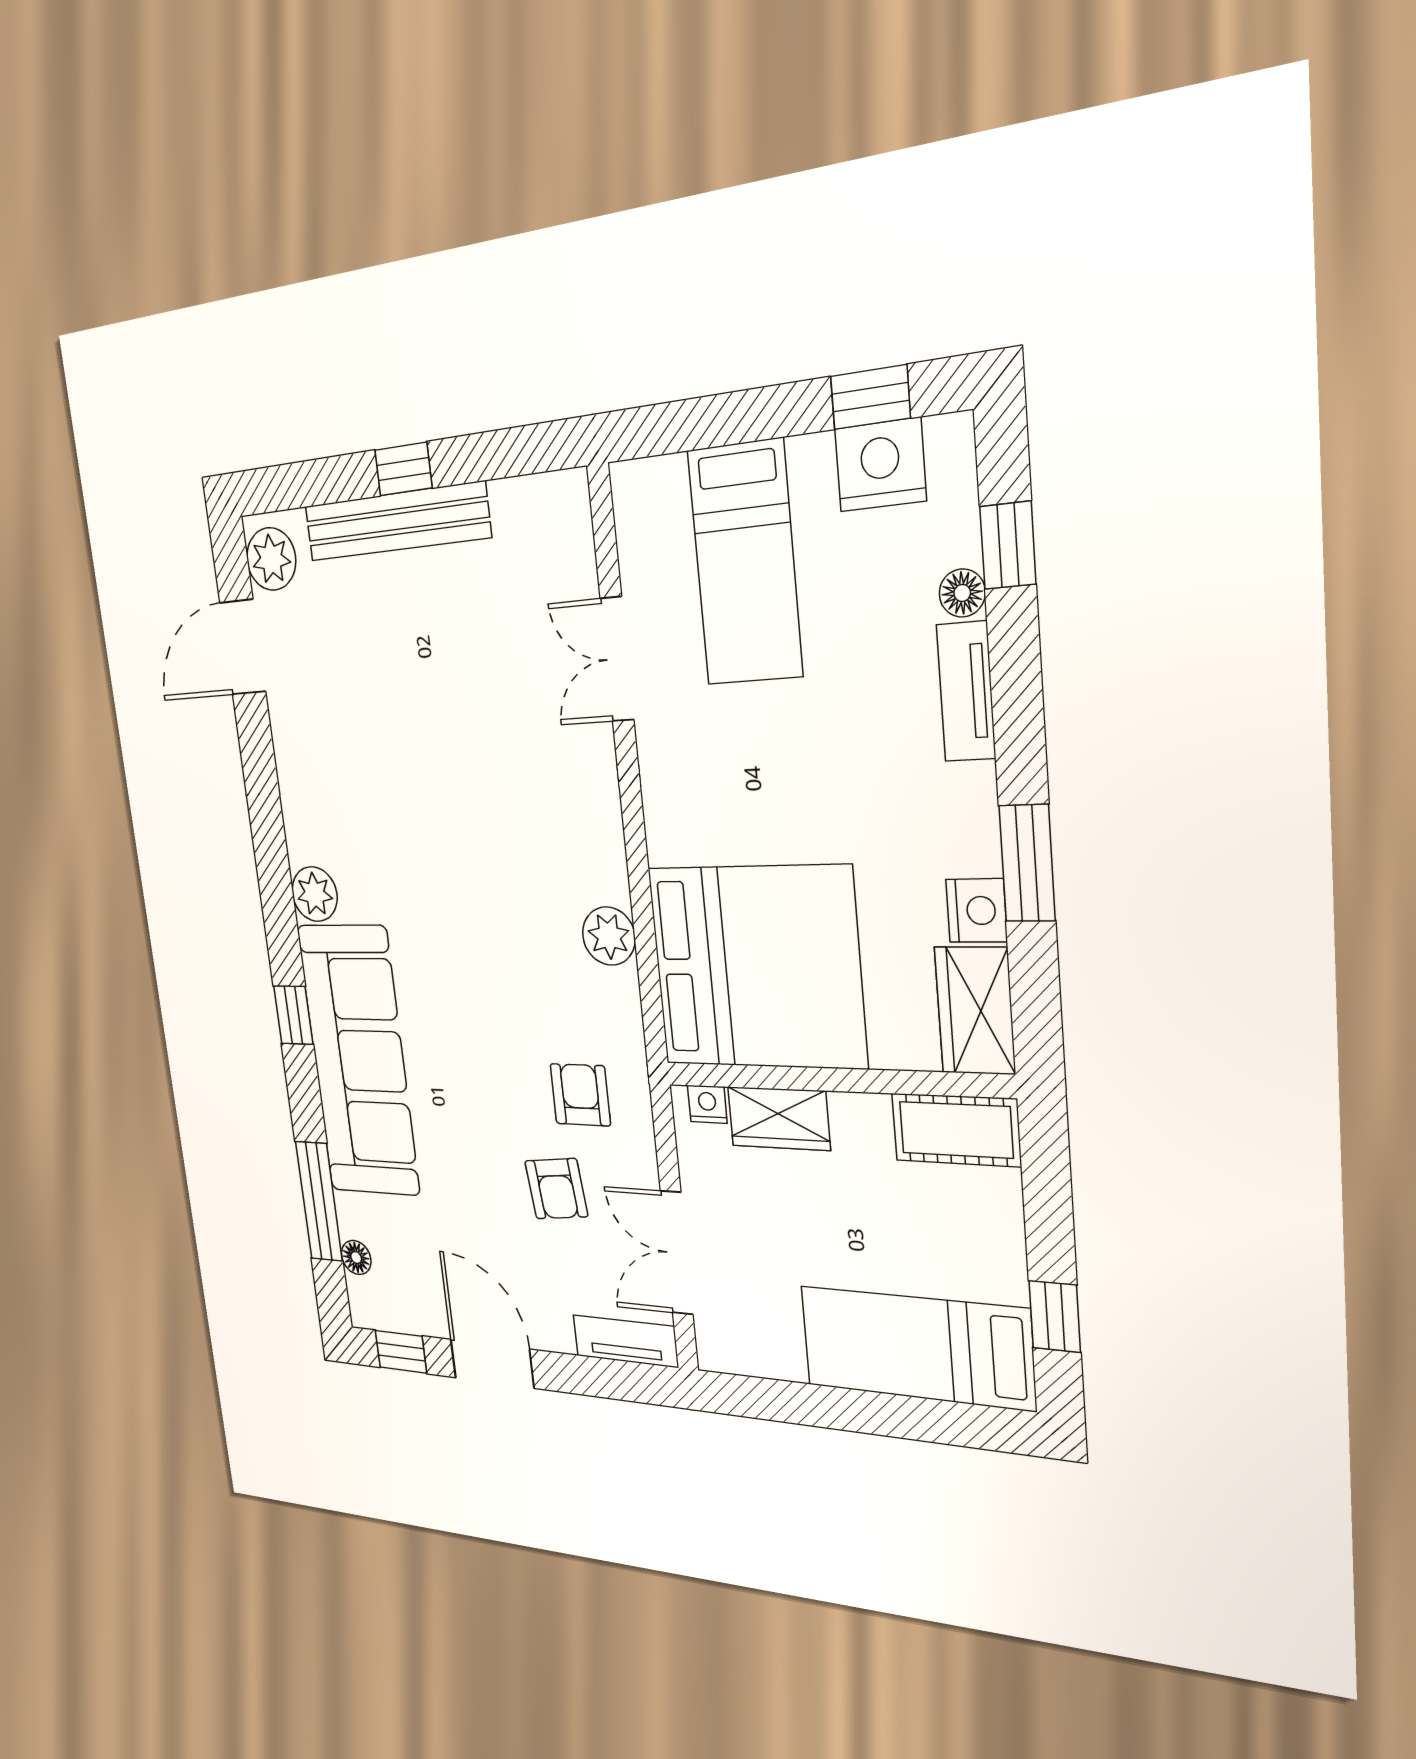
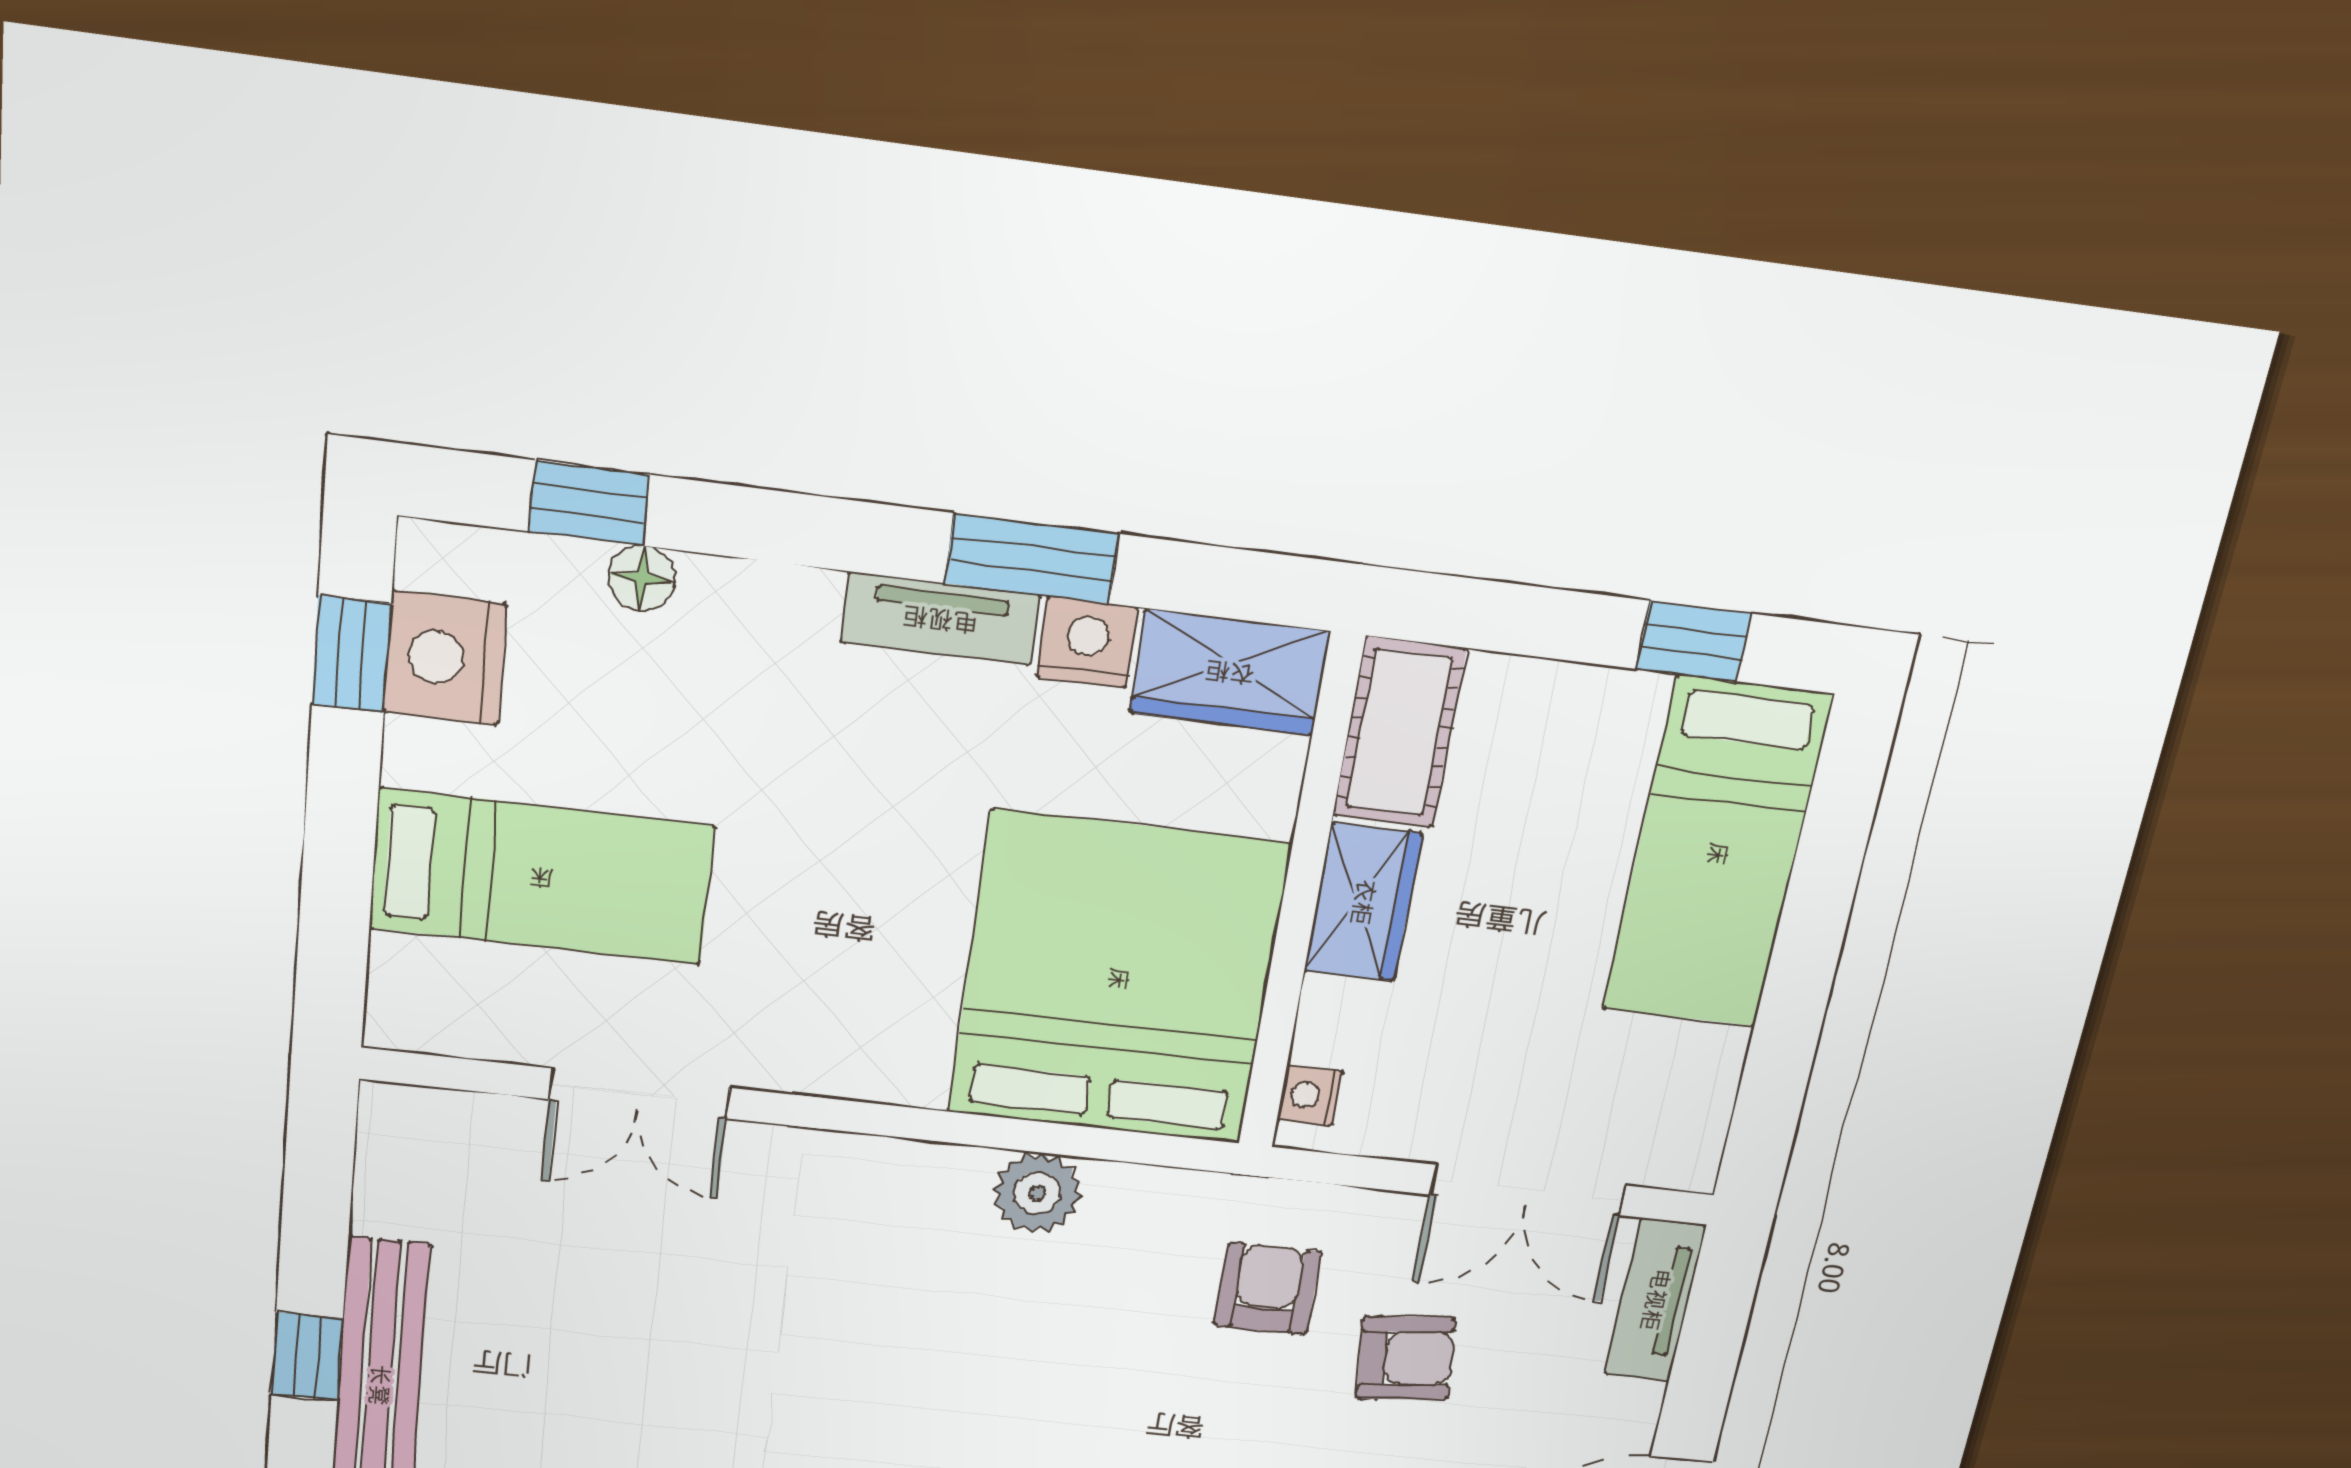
tv unit: (966, 692) -> (940, 619), moved
armchair: (580, 1095) -> (1268, 1289), turned 90
wardrobe: (779, 1118) -> (1363, 902), moved

